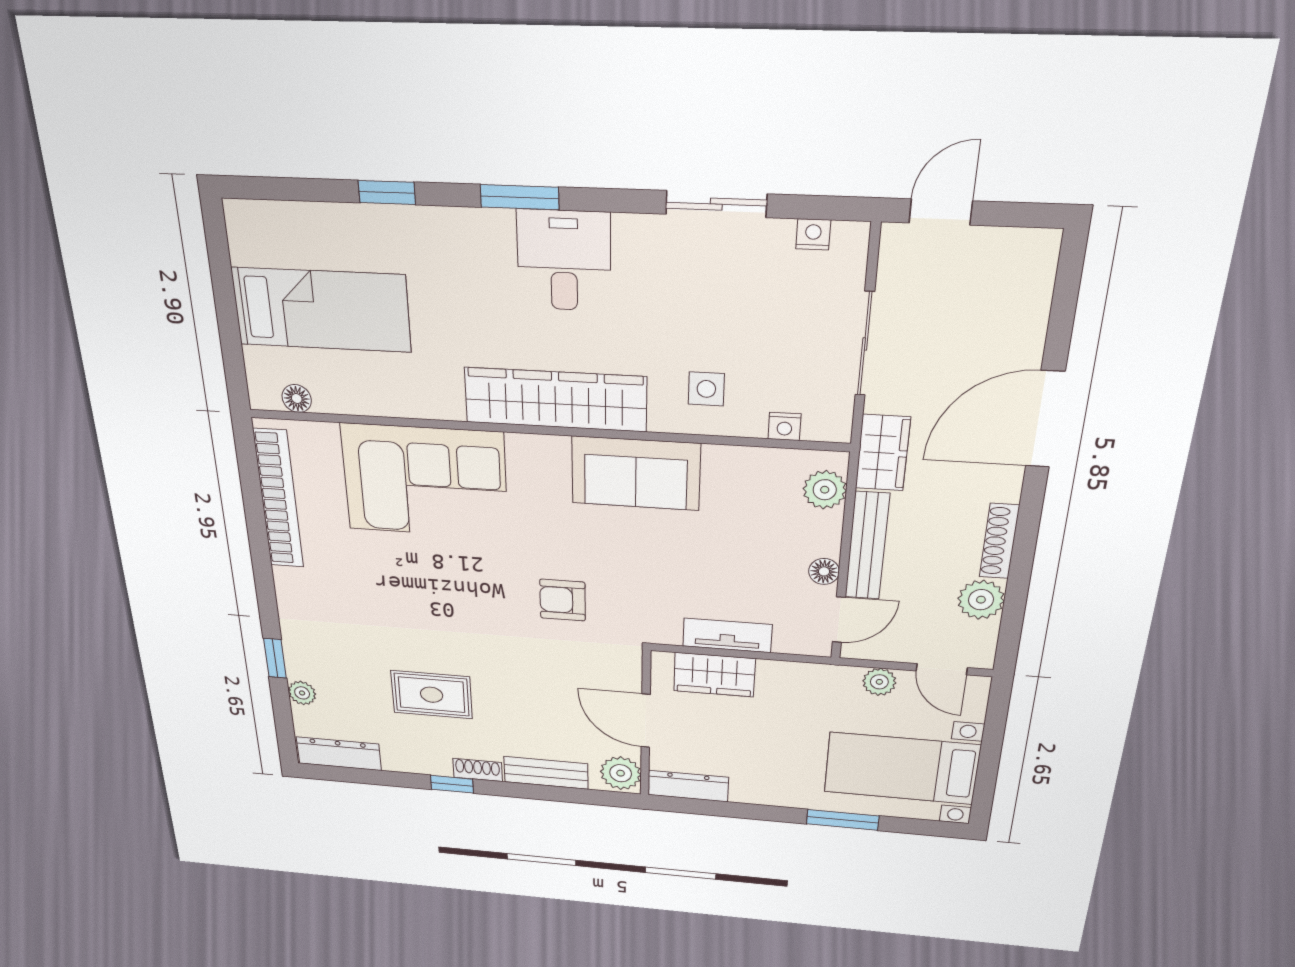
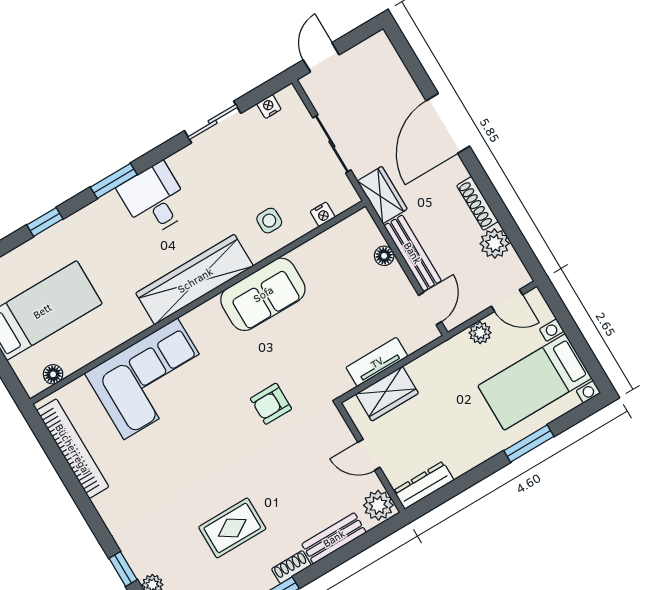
plant: (825, 490) -> (368, 236), removed
floor lamp: (824, 571) -> (384, 256), moved
door: (646, 721) -> (369, 455), width x0.73

